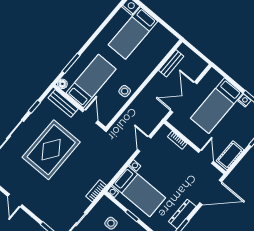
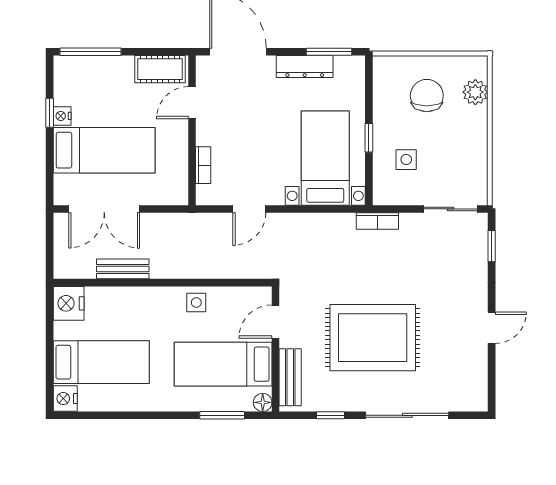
nightstand: (167, 40) -> (69, 303), added
bench: (171, 63) -> (123, 269), moved
double door: (184, 97) -> (104, 209), moved

